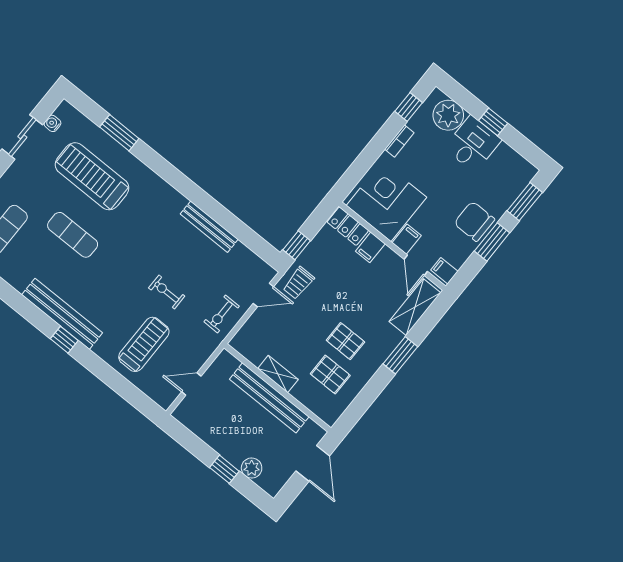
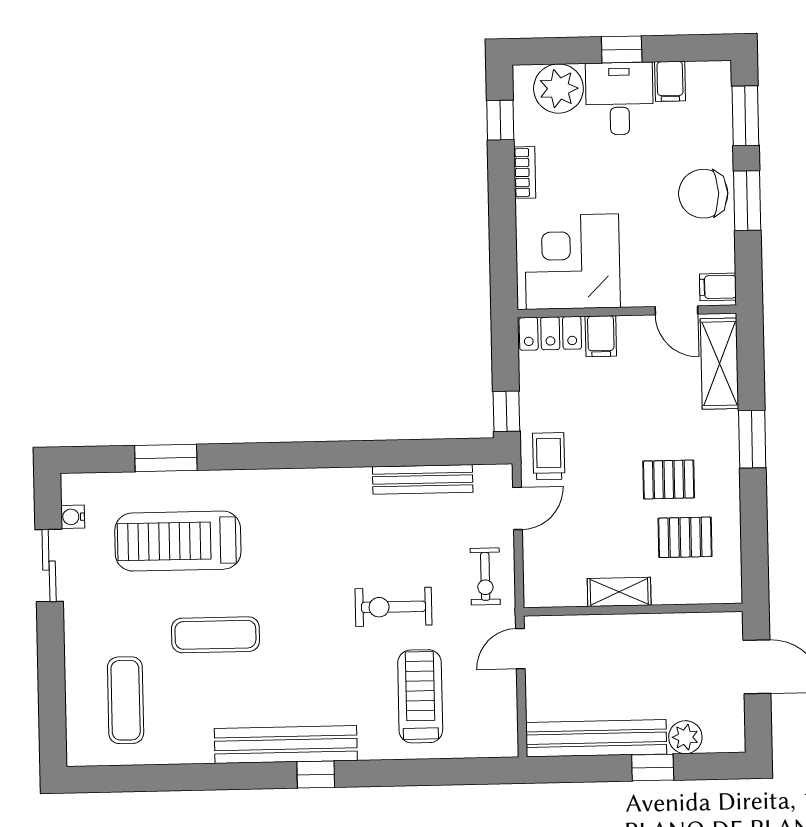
bench: (209, 227) -> (423, 479), moved
filing cabinet: (407, 239) -> (670, 81), moved, turned 180
trolley: (299, 283) -> (549, 456), turned 180
exercise bike: (167, 292) -> (393, 607), width x1.38, depth x1.39
door: (191, 384) -> (520, 649), moved
bench: (269, 398) -> (596, 738), moved

